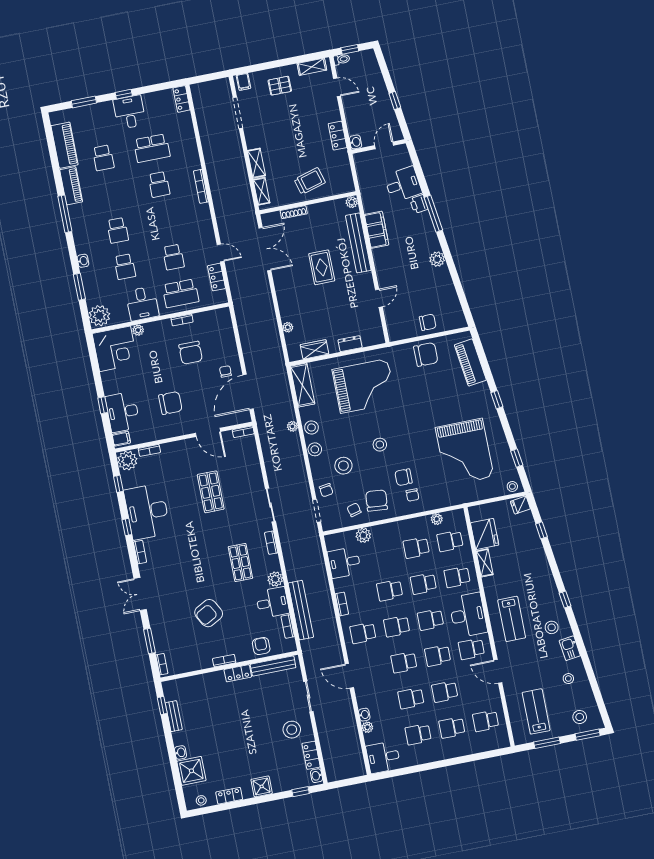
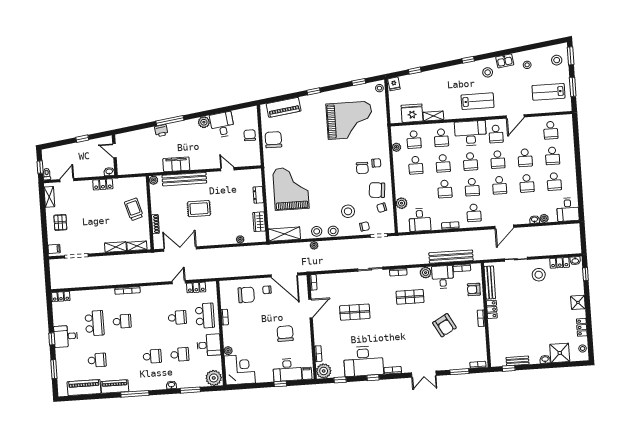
desk: (403, 184) -> (222, 125), moved
chair: (191, 353) -> (246, 295), moved
stool: (380, 445) -> (336, 182), removed

